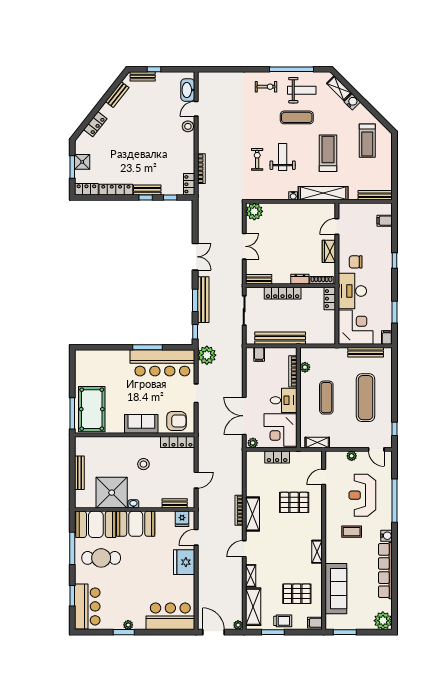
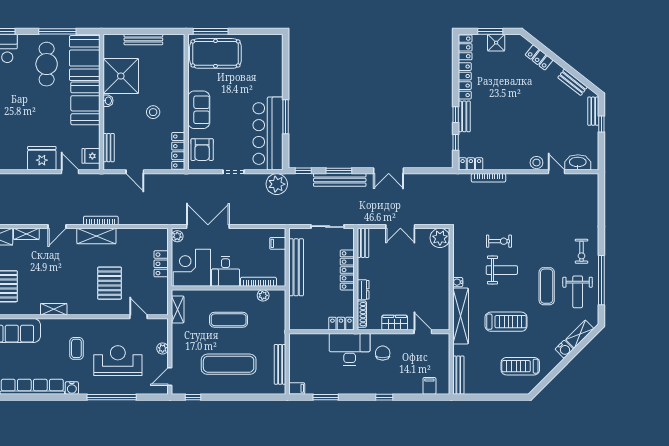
corner desk: (356, 327) -> (309, 353), removed
door: (244, 549) -> (57, 227), swing flipped

